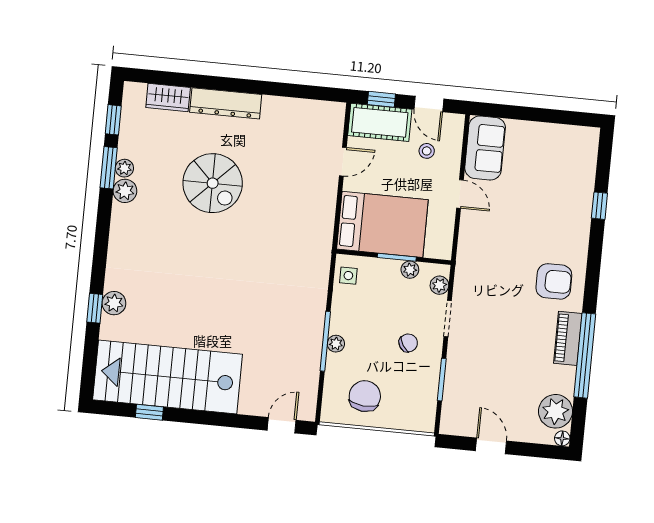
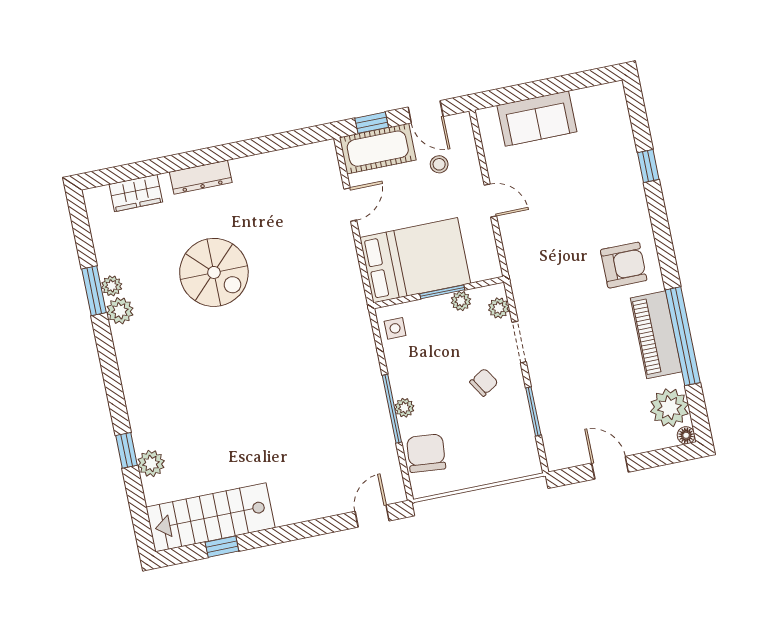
dresser: (226, 103) -> (201, 177), width x0.73, depth x0.80
window: (113, 120) -> (83, 236), removed
sofa: (485, 148) -> (537, 119), moved, turned 90
plant: (114, 303) -> (151, 463), moved
piano: (568, 338) -> (656, 335), width x1.37, depth x1.33
stairs: (168, 377) -> (211, 517), width x0.73, depth x0.66
chair: (365, 396) -> (426, 453), moved

